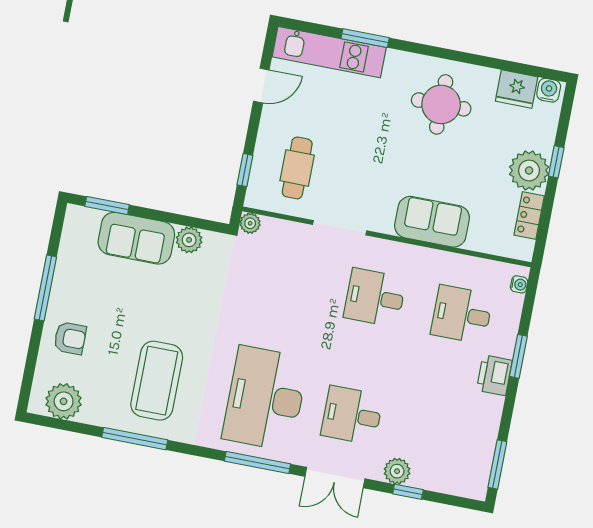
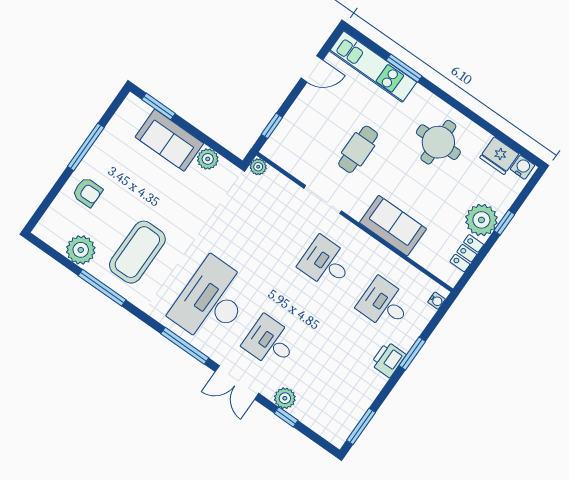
cafe table: (297, 168) -> (358, 149), moved
plant: (64, 401) -> (81, 250), moved

